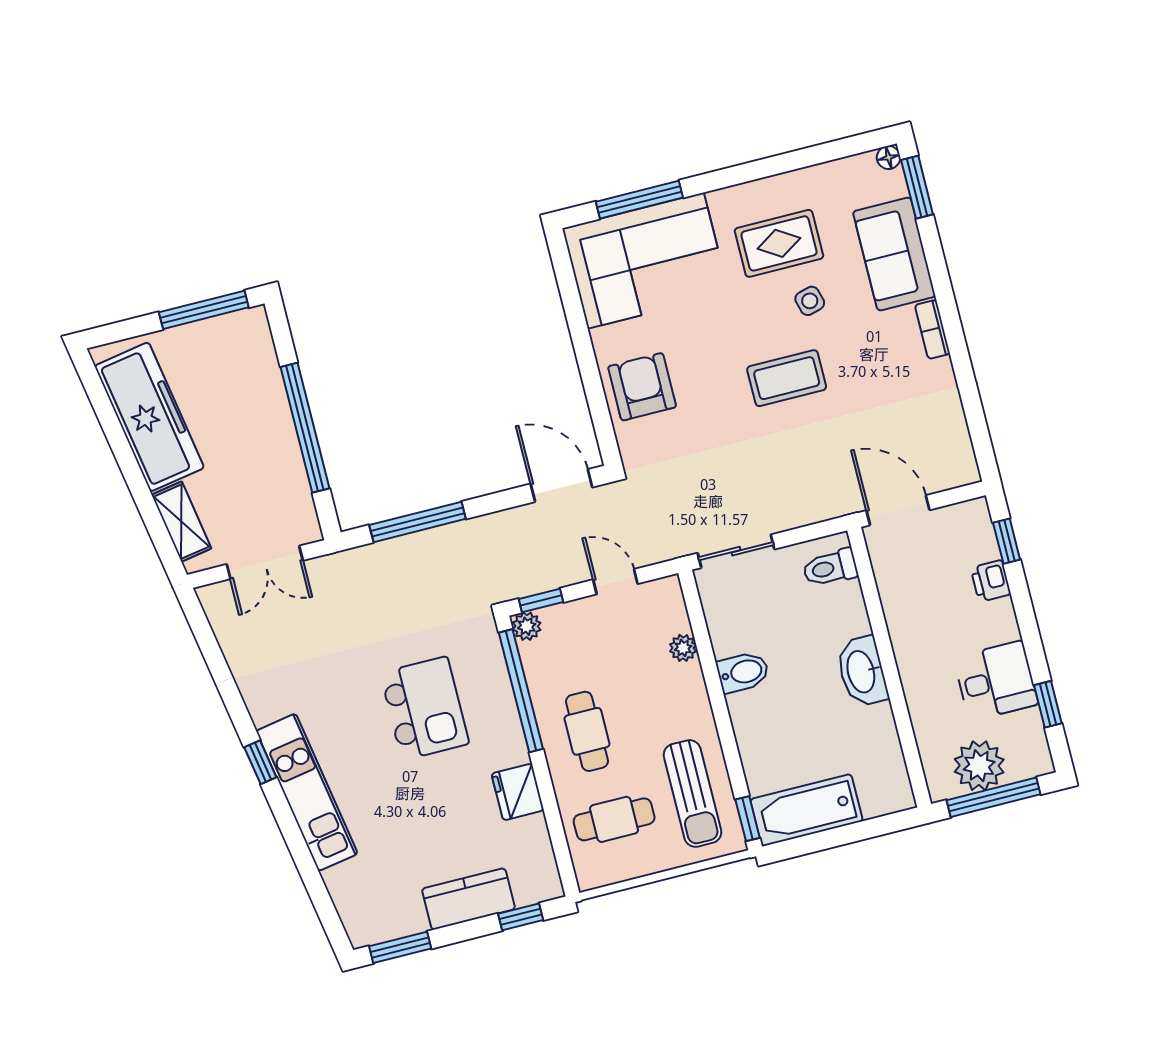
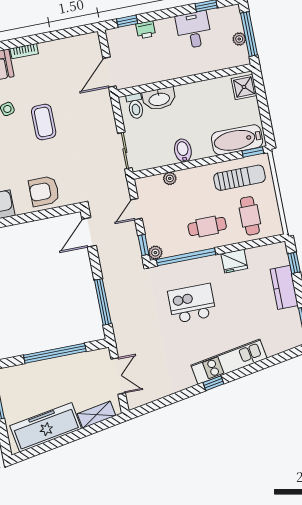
washbasin: (862, 671) -> (159, 99), moved
plant: (979, 766) -> (239, 39), width x0.53, depth x0.53
shower: (882, 793) -> (244, 87), added
bathtub: (806, 810) -> (237, 140), moved, turned 90

